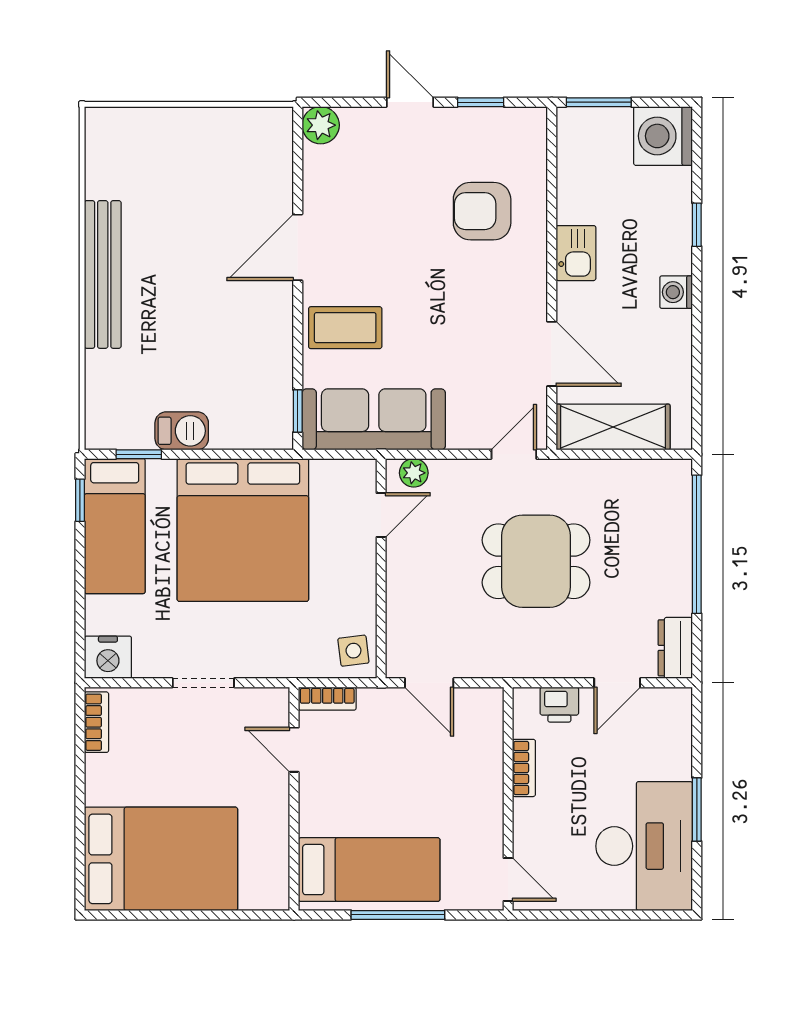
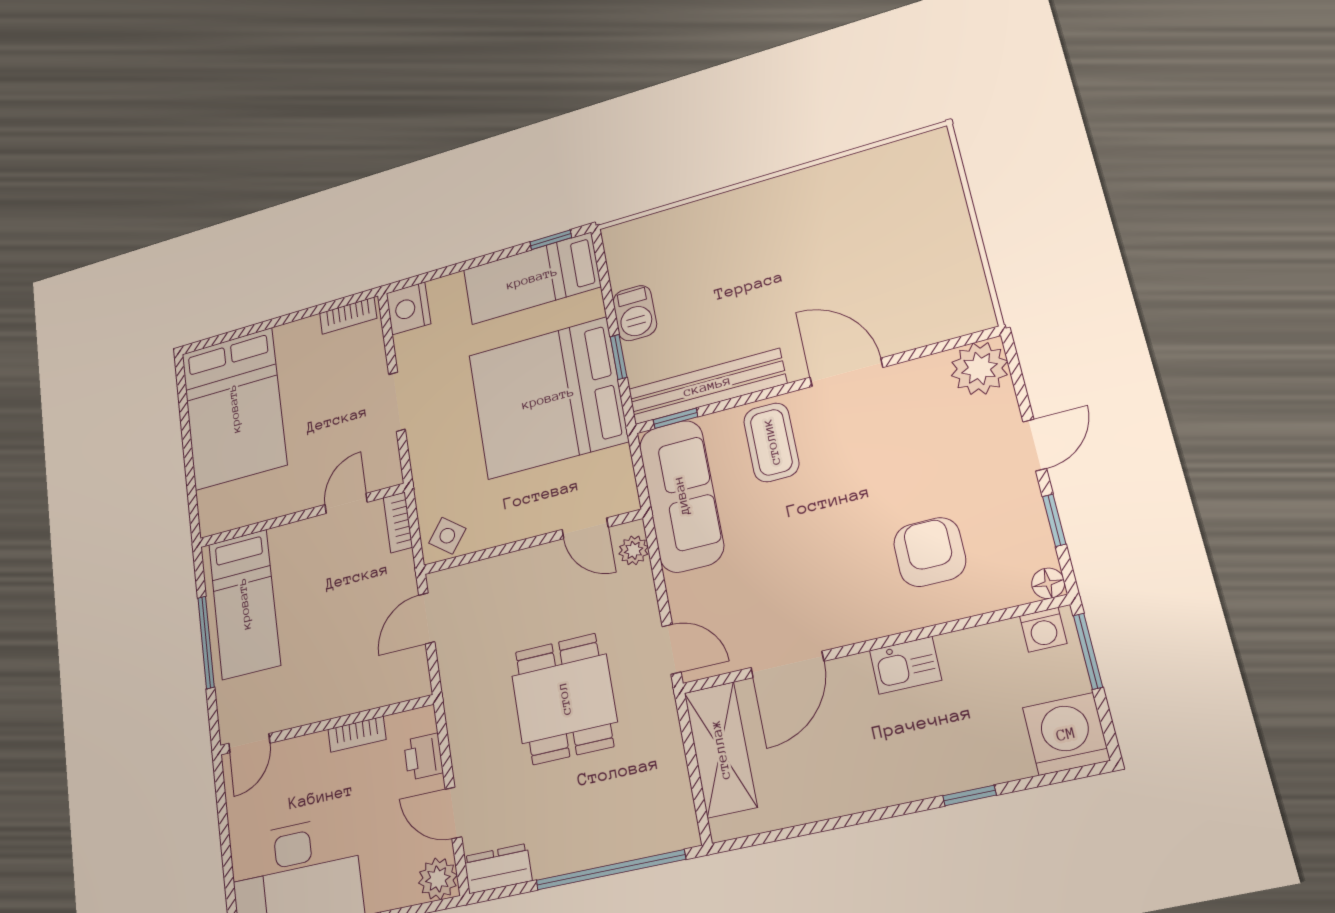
floor lamp: (534, 120) -> (1048, 583), added
plant: (321, 125) -> (979, 368), width x1.36, depth x1.36
bench: (103, 274) -> (707, 386), moved
washing machine: (676, 292) -> (1043, 630), moved, turned 180
window: (139, 454) -> (619, 357), moved
side table: (353, 651) -> (447, 536), turned 45
plant: (673, 706) -> (438, 879), added

